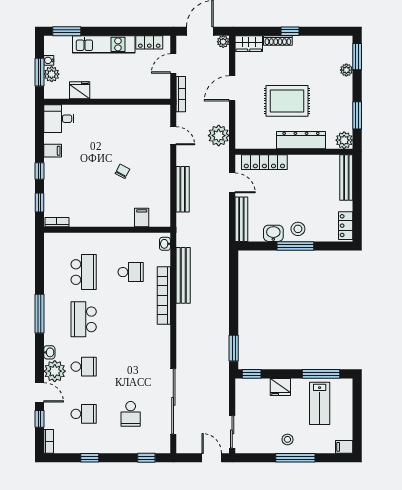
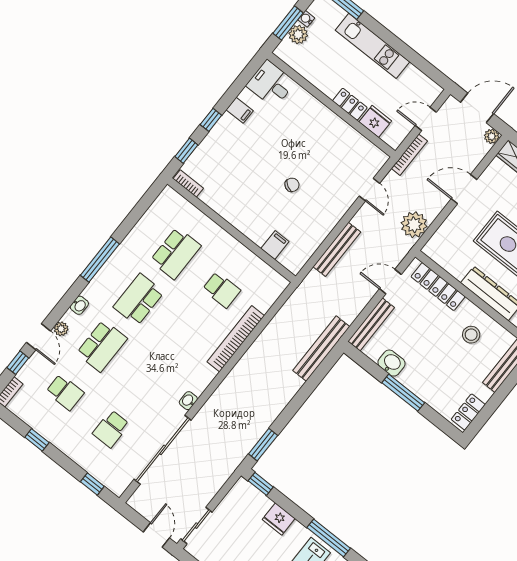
locker: (149, 42) -> (350, 104), moved, turned 180
fridge: (80, 90) -> (375, 121), moved
door: (232, 183) -> (390, 282), swing flipped
stool: (298, 229) -> (471, 335), moved
washbasin: (165, 244) -> (188, 401), moved
bench: (183, 275) -> (321, 349), moved
school desk: (84, 367) -> (102, 346), width x1.85
plant: (55, 371) -> (61, 329), width x0.53, depth x0.53

